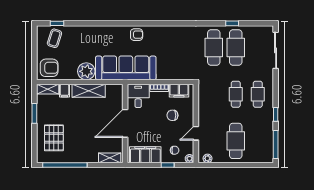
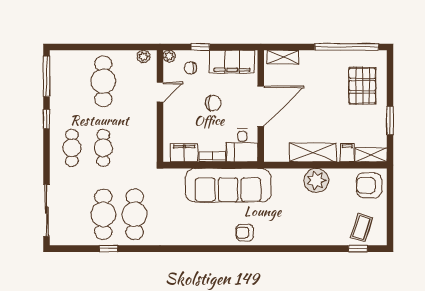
sofa: (126, 68) -> (228, 185), moved
chair: (172, 115) -> (213, 103), moved

